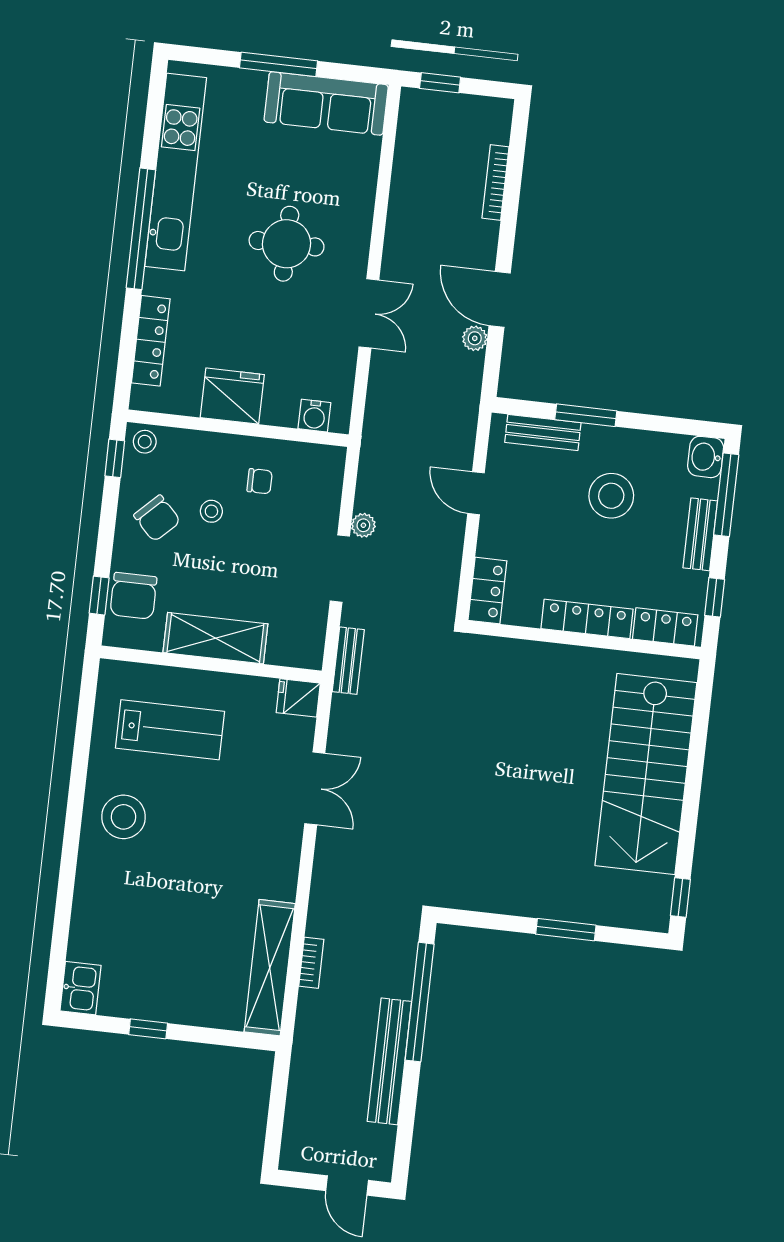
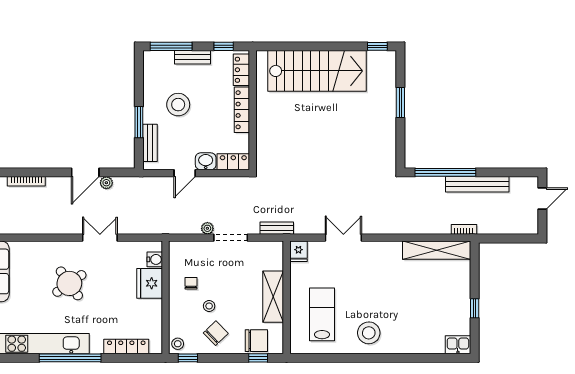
round table: (287, 244) -> (69, 283), turned -35
fridge: (232, 396) -> (150, 283), moved
washbasin: (706, 457) -> (206, 161), moved, turned 180
bookcase: (311, 963) -> (464, 229), moved

